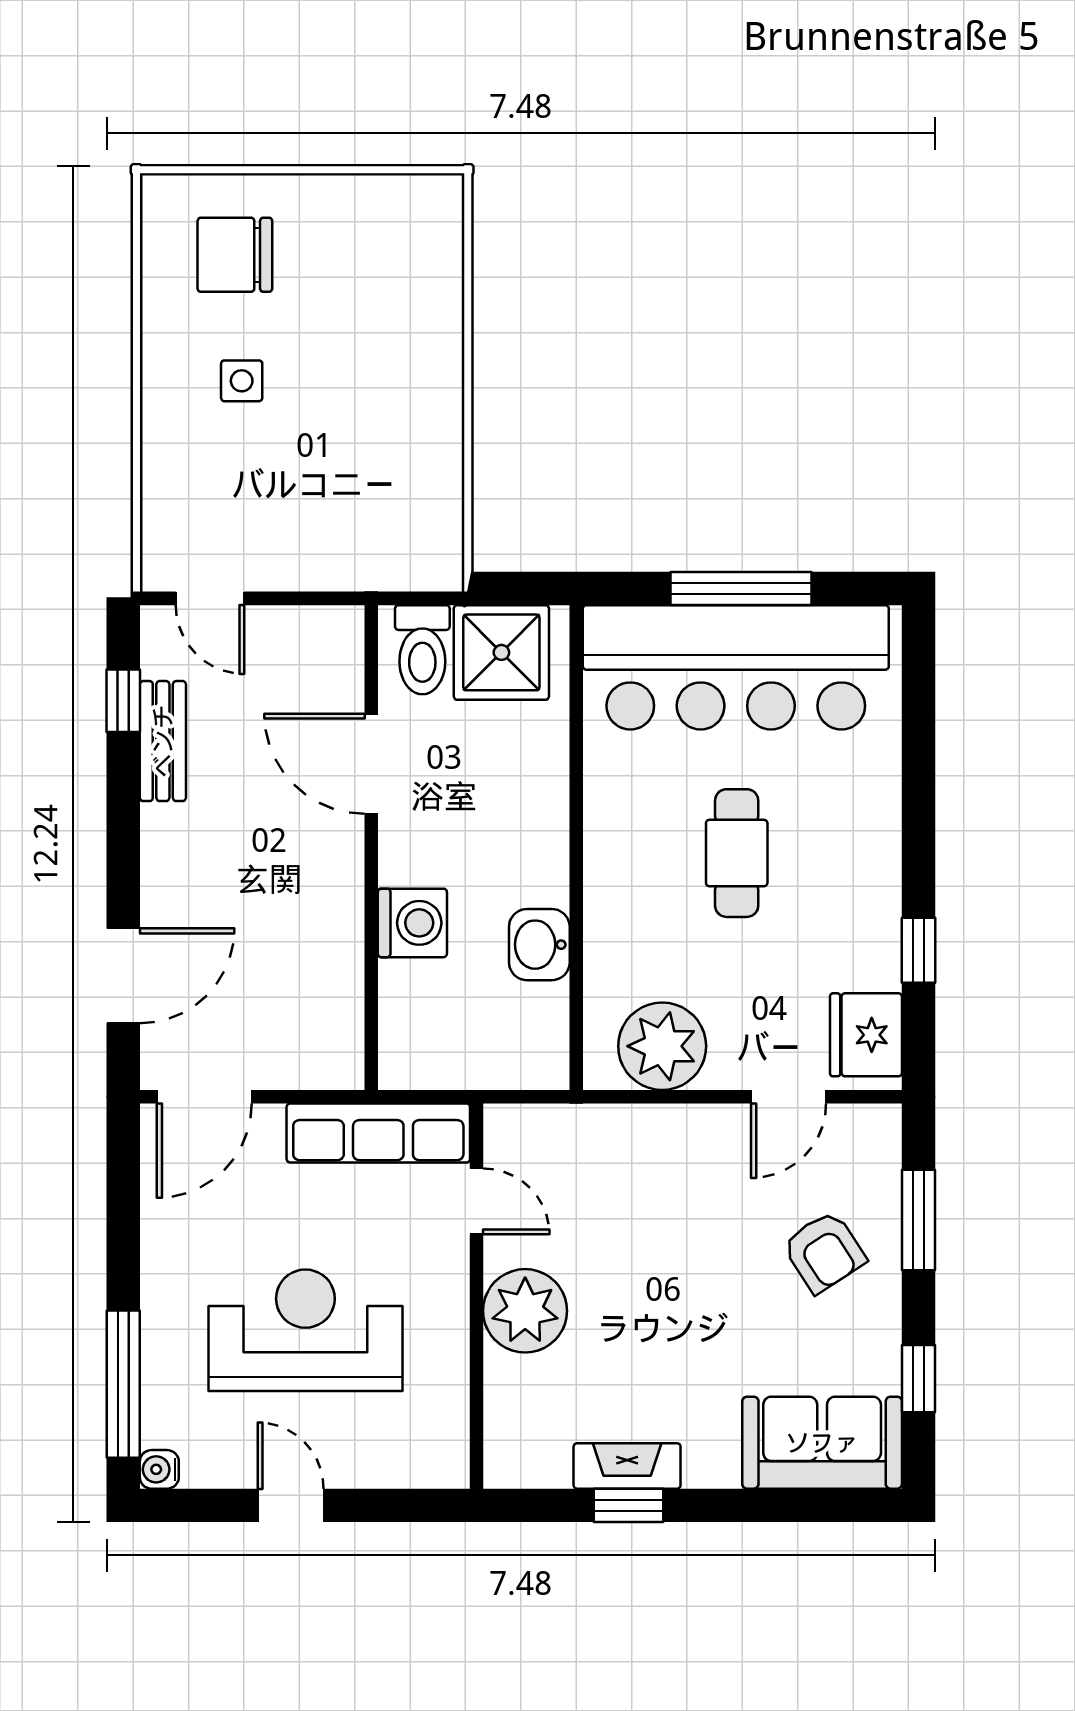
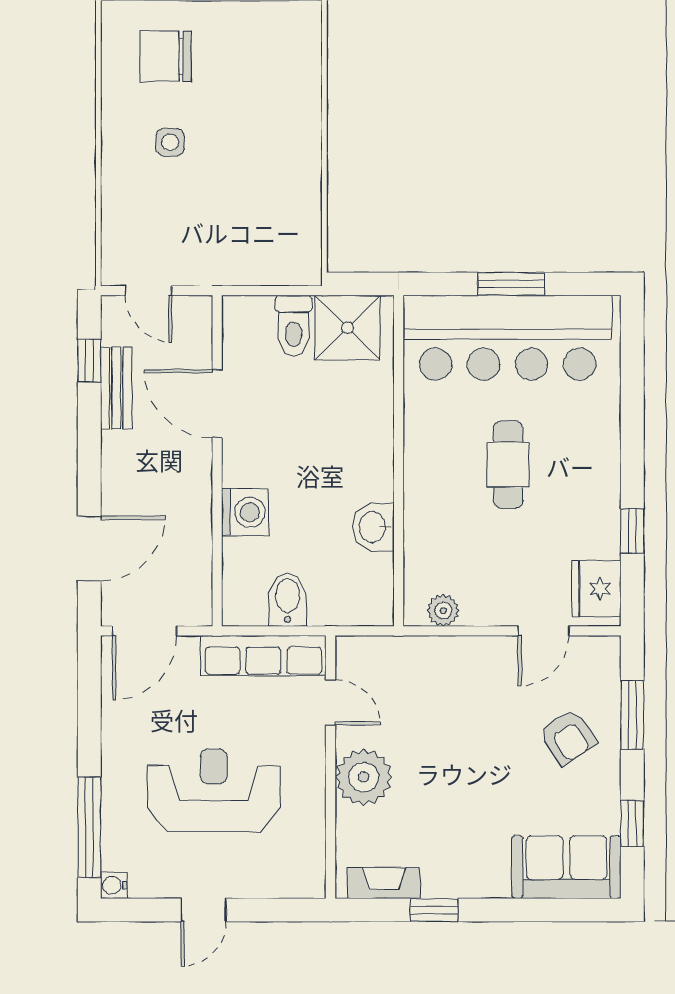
window: (741, 588) -> (511, 284), width x0.69
door: (371, 764) -> (217, 404), moved
wall: (371, 848) -> (217, 461), moved
washing machine: (412, 923) -> (245, 512), moved
plant: (662, 1046) -> (443, 610), width x0.53, depth x0.53
bidet: (414, 1050) -> (288, 599), added
fireplace: (627, 1466) -> (384, 883), moved
door: (291, 1505) -> (204, 910), swing flipped

